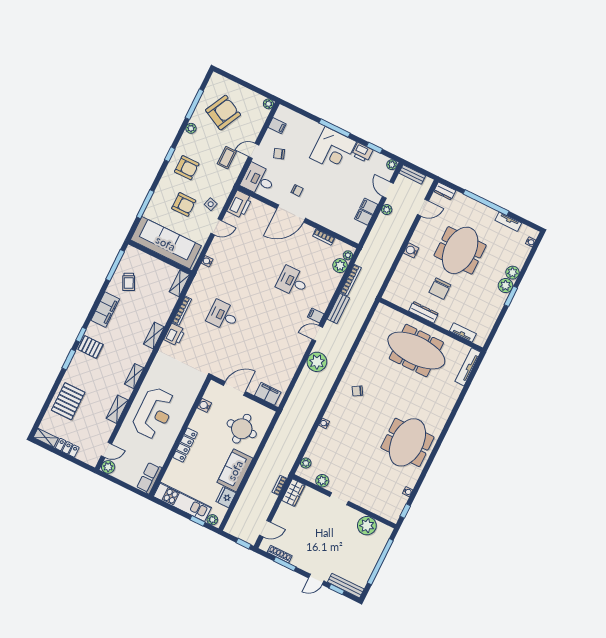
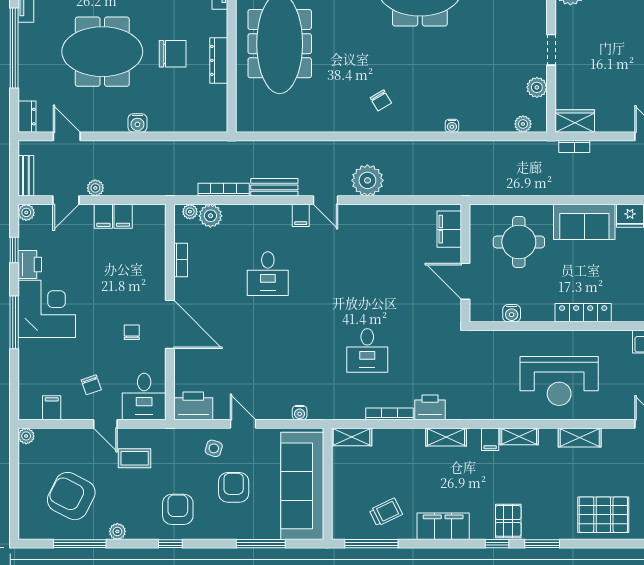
filing cabinet: (141, 359) -> (490, 439), added
reception desk: (154, 413) -> (559, 381), turned 180

